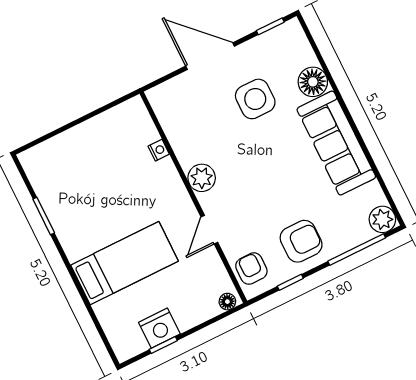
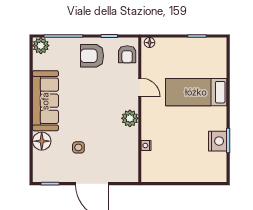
side table: (255, 99) -> (78, 147), width x0.54, depth x0.54
door: (209, 230) -> (140, 87), hinge flipped
nightstand: (159, 328) -> (218, 141), moved, turned 90

